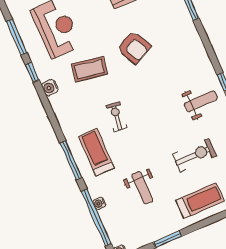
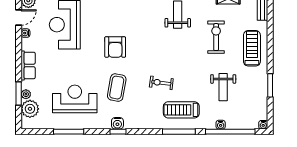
armchair: (134, 48) -> (115, 47), turned 117
window: (32, 72) -> (118, 132), moved
weight bench: (142, 188) -> (223, 87), turned 90

